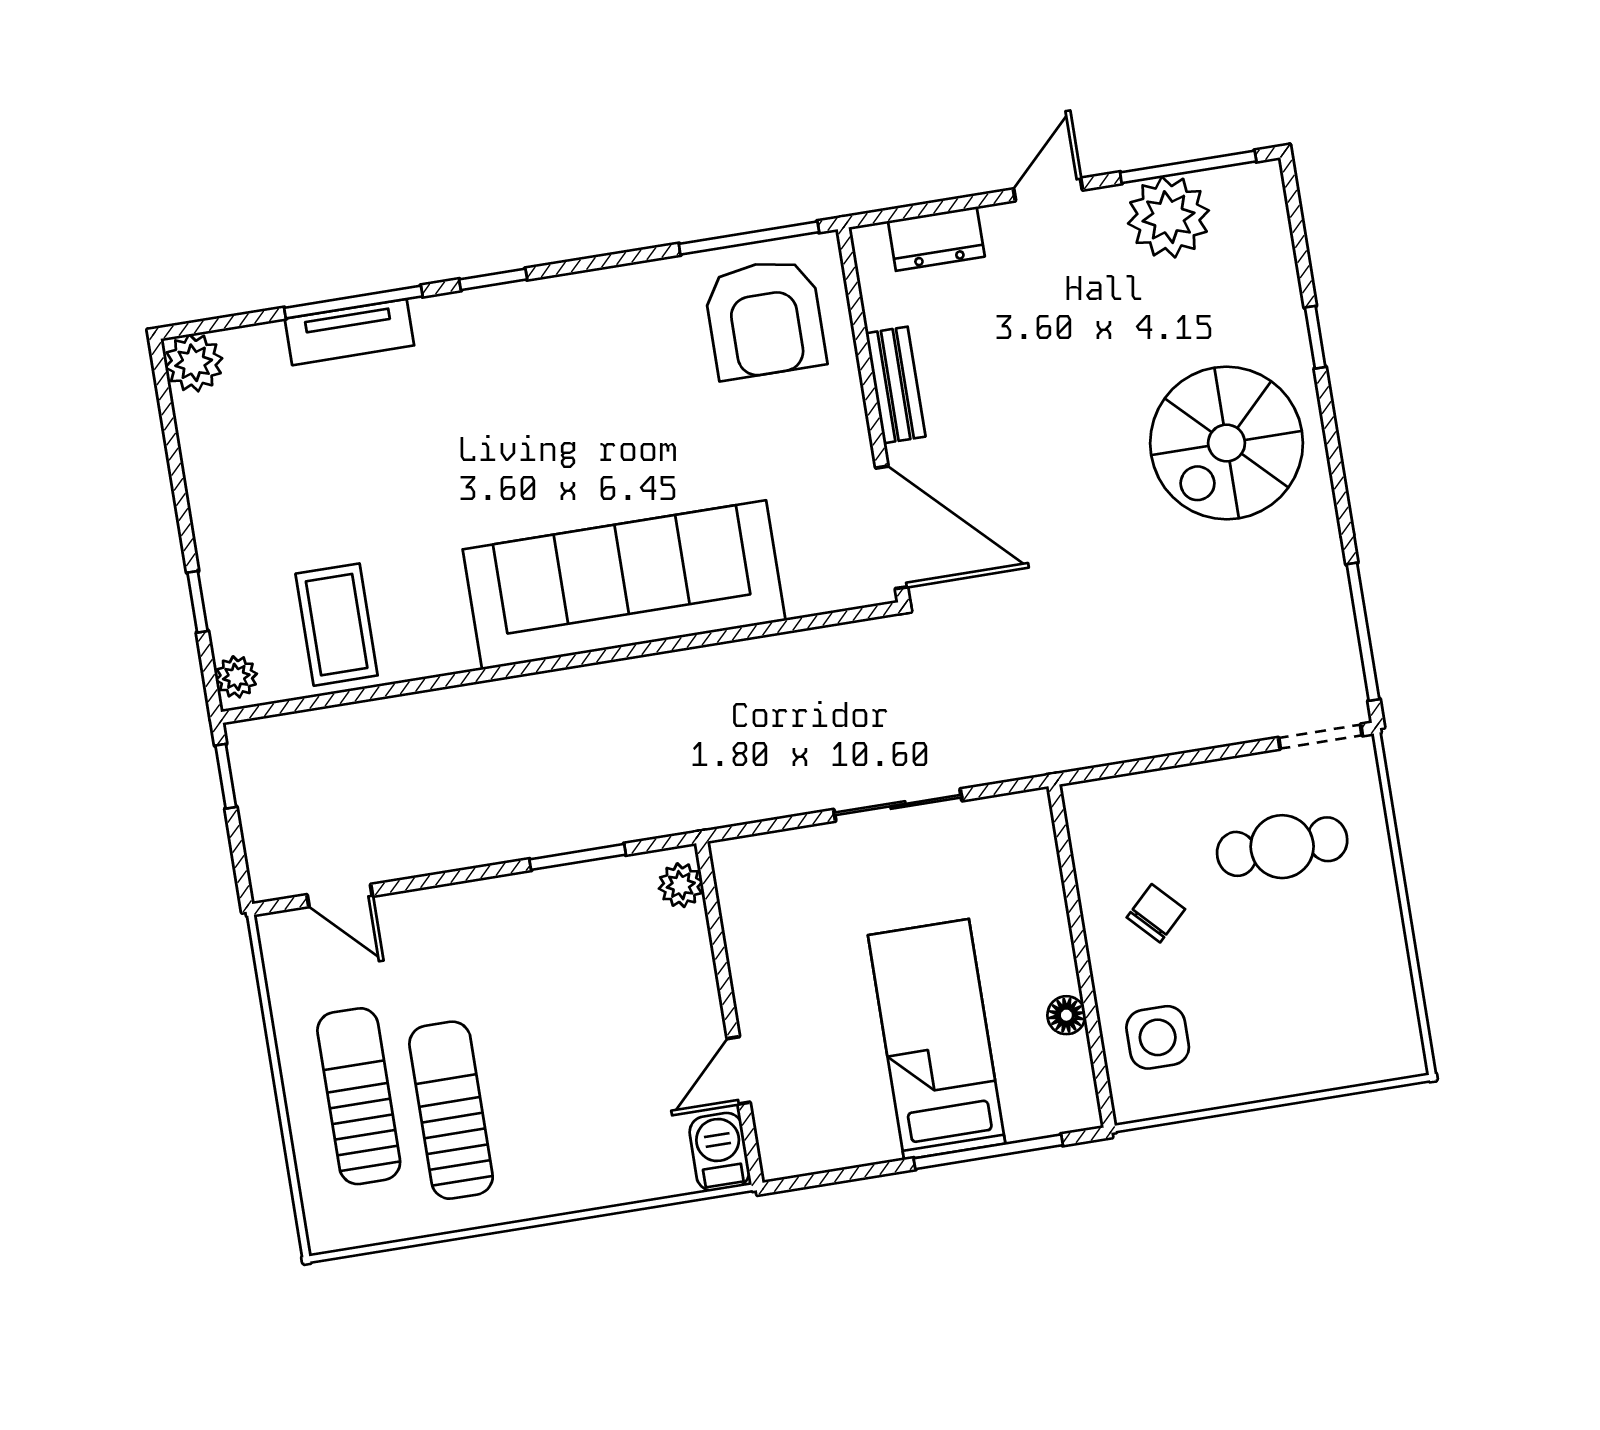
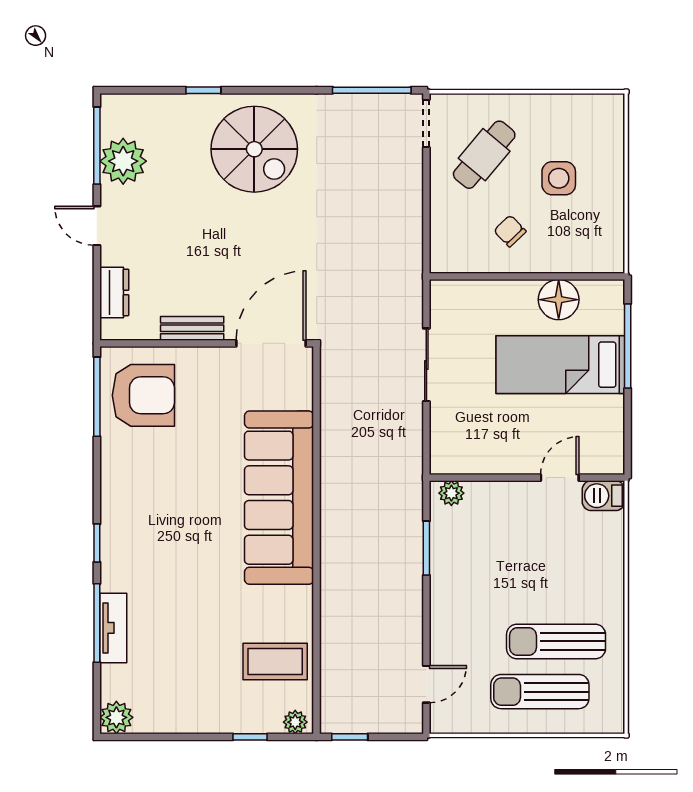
cafe table: (1282, 847) -> (484, 155), turned 40
floor lamp: (1066, 1015) -> (559, 300), width x1.89, depth x1.89
side table: (1158, 1037) -> (559, 178), moved
door: (739, 1070) -> (560, 478), swing flipped

